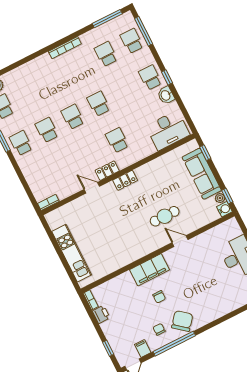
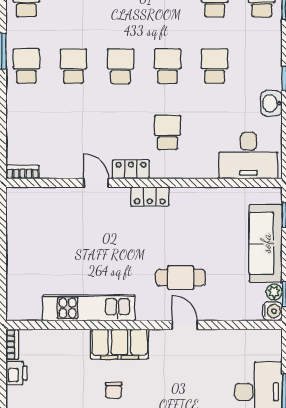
school desk: (150, 77) -> (215, 66), moved
kitchen unit: (72, 253) -> (89, 308), moved, turned -90

